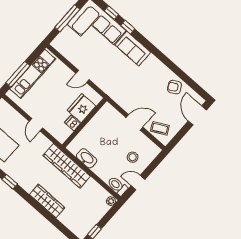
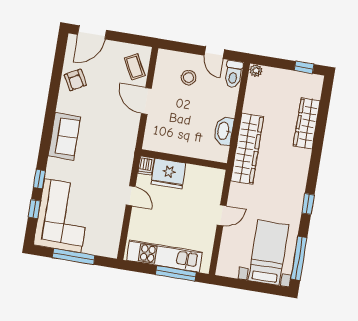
sofa: (133, 49) -> (64, 136), moved
dishwasher: (73, 123) -> (146, 165), moved
wardrobe: (47, 201) -> (307, 123), moved

